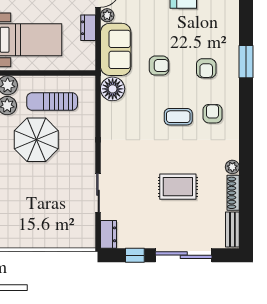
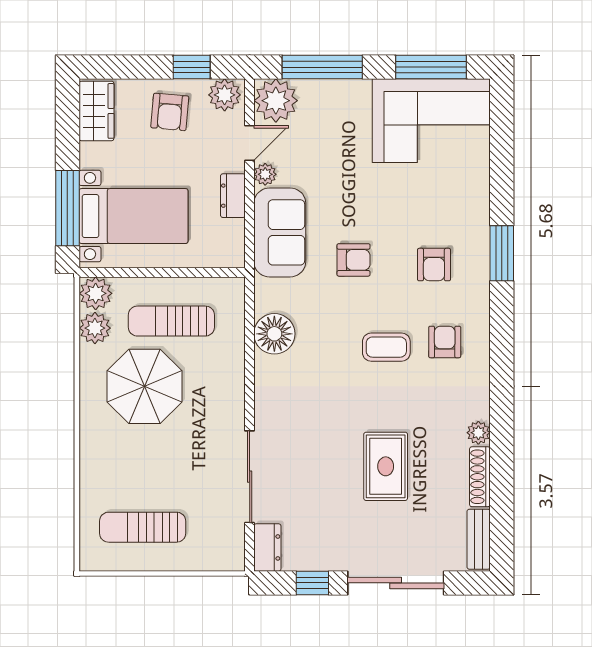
floor lamp: (113, 89) -> (274, 334), moved
rug: (178, 187) -> (386, 466), turned 90
sliding door: (98, 193) -> (250, 477), width x1.37
sun lounger: (35, 222) -> (143, 527), added

